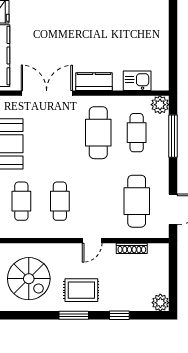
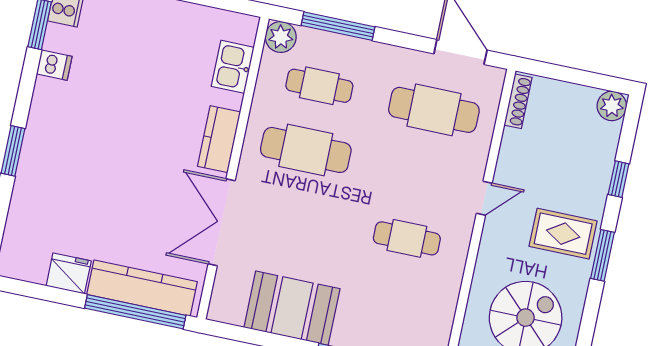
cafe table: (21, 201) -> (393, 303), removed
door: (92, 241) -> (484, 198), hinge flipped
shoe rack: (132, 248) -> (518, 101), moved
rug: (81, 290) -> (563, 234), turned 90

